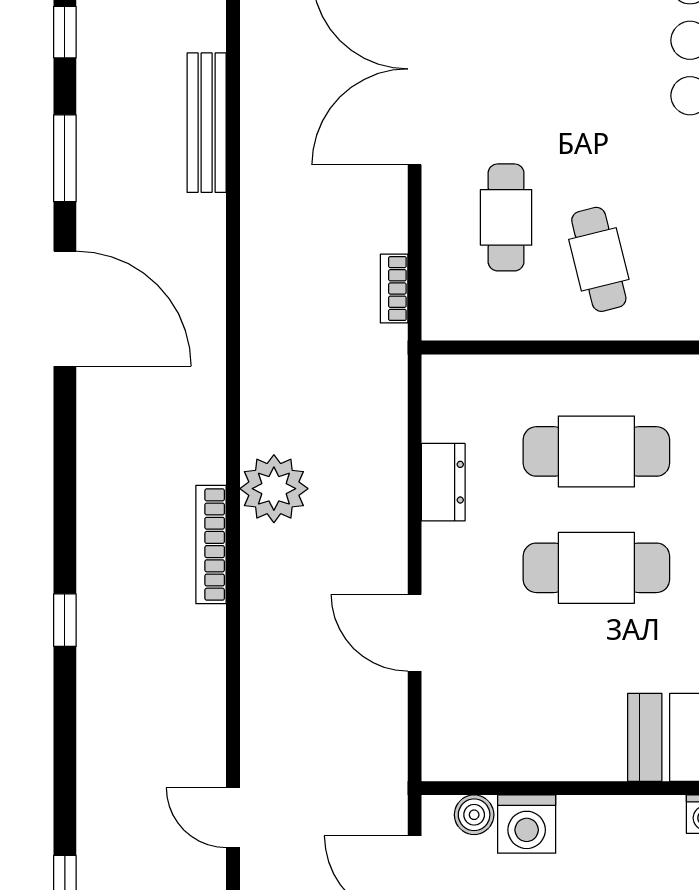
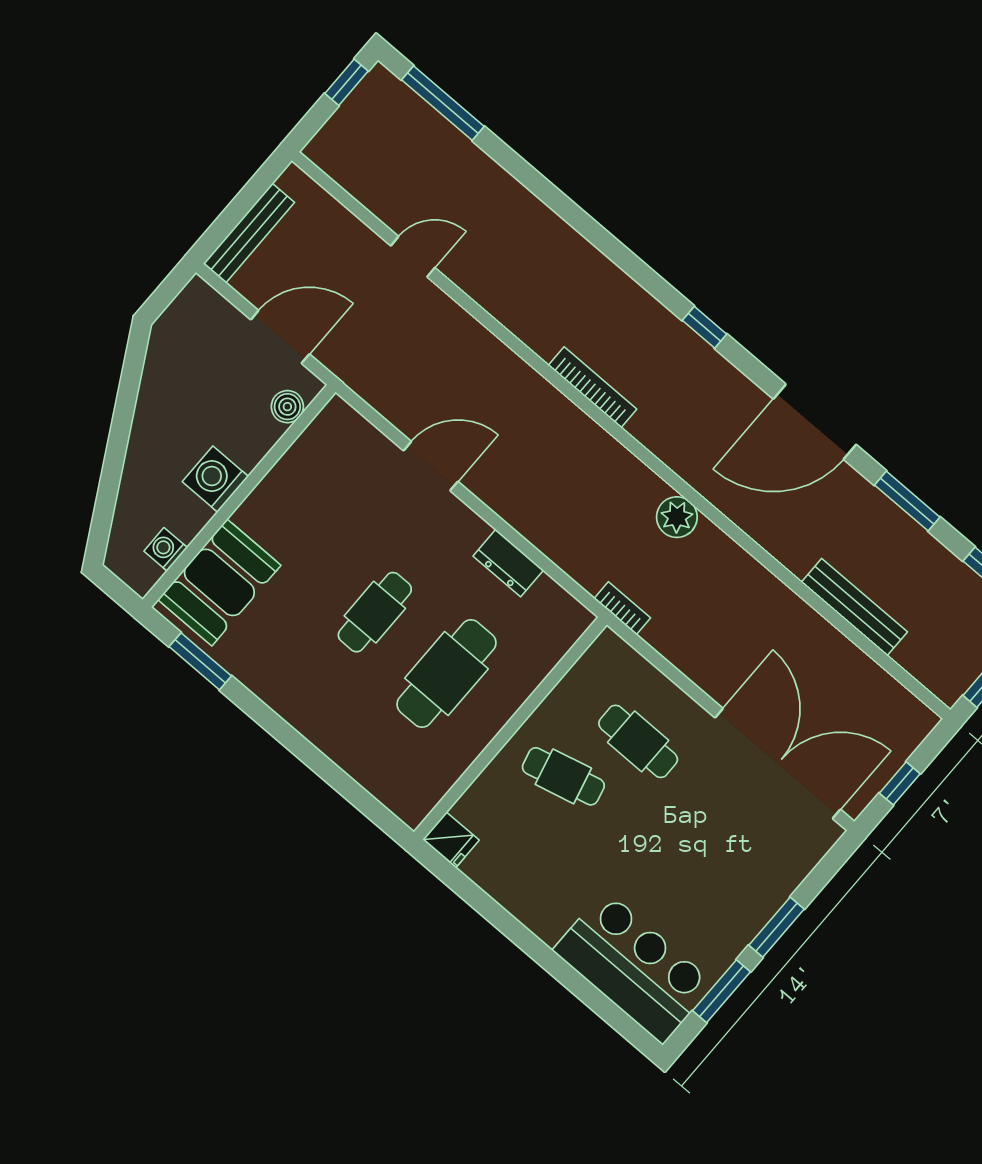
bookcase: (394, 289) -> (622, 608), moved
plant: (274, 489) -> (677, 517), moved, width x0.73, depth x0.73
cafe table: (596, 568) -> (375, 612), width x0.73, depth x0.74
window: (65, 620) -> (704, 327), moved
washing machine: (527, 824) -> (215, 479), moved

